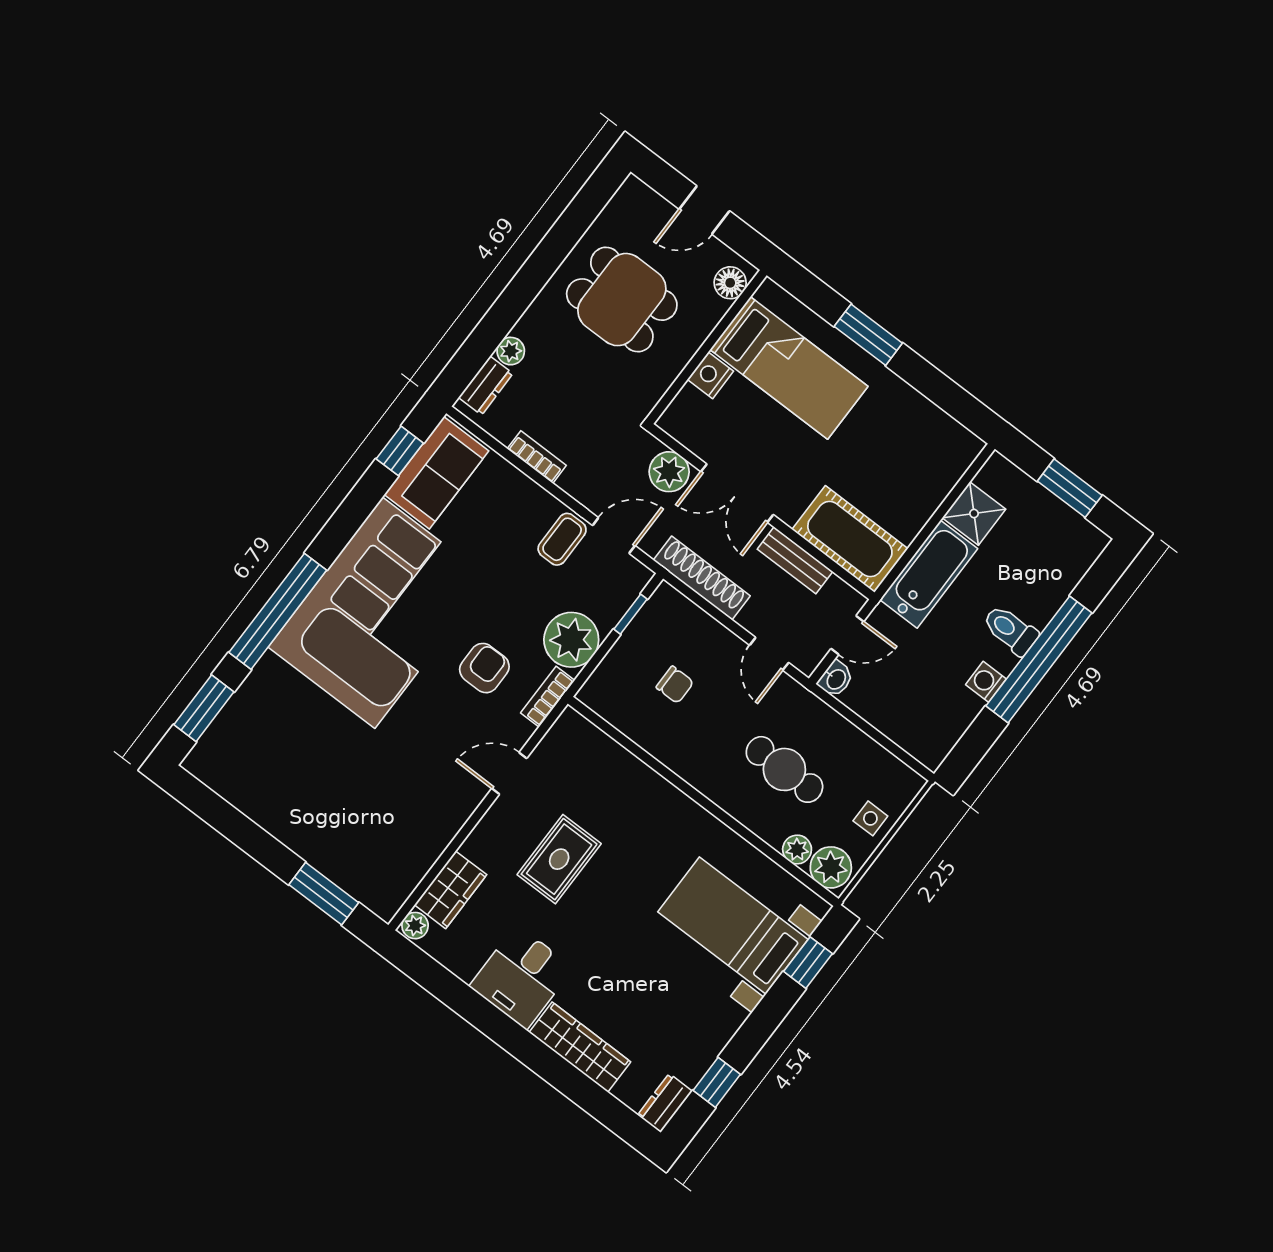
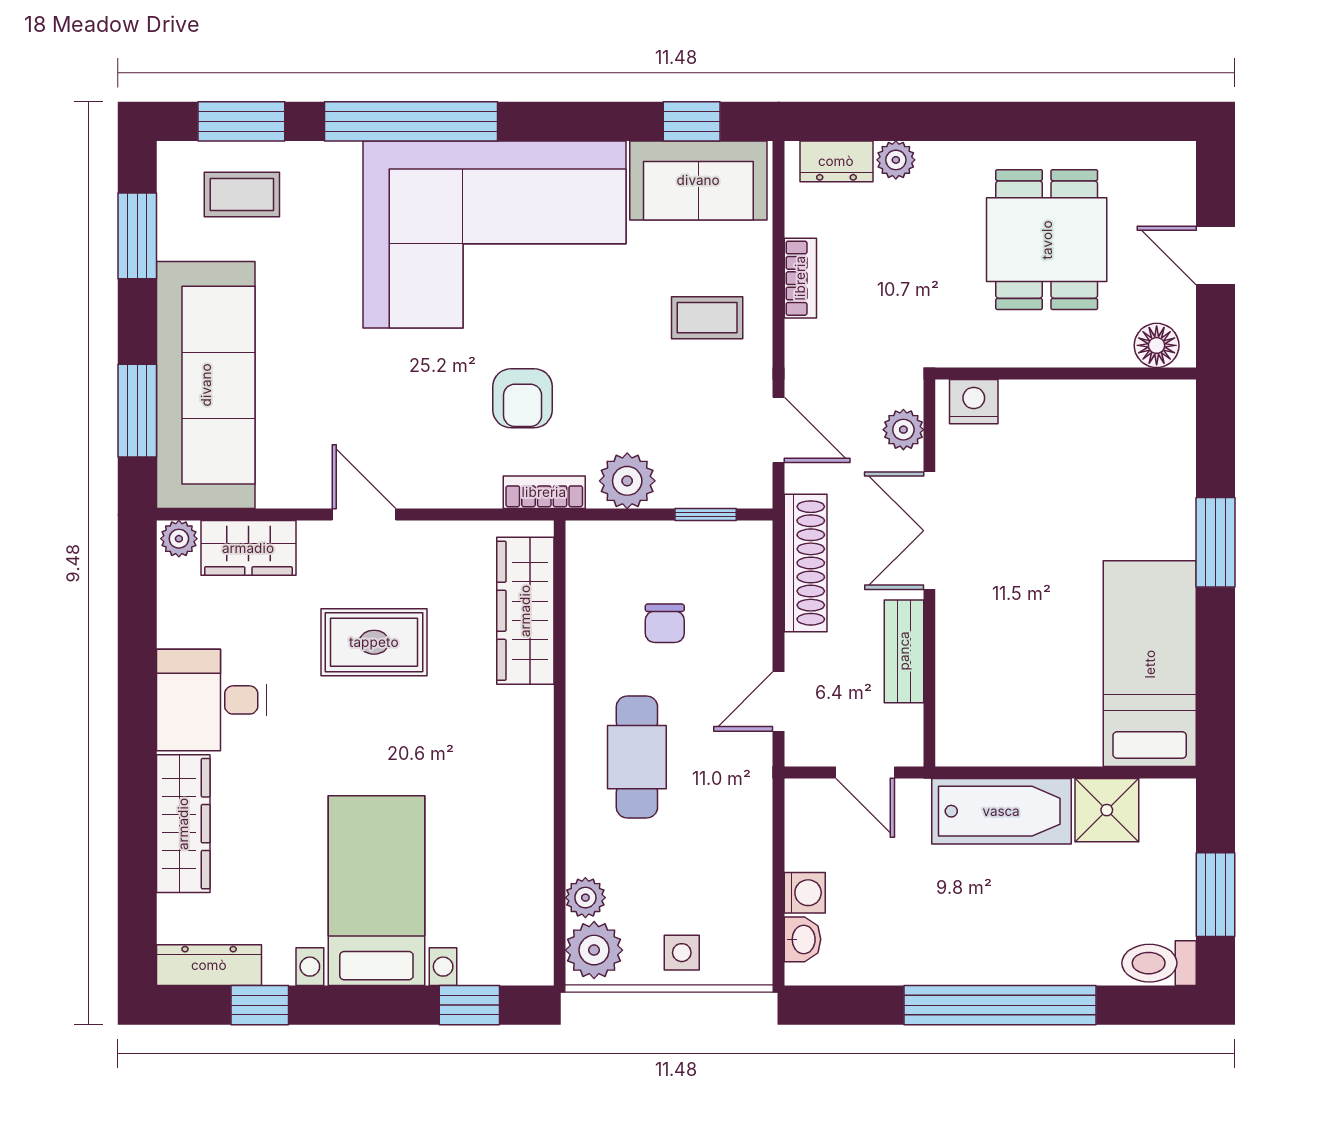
bed: (789, 368) -> (1150, 664), moved, turned 180
nightstand: (710, 375) -> (974, 402), moved
plant: (669, 472) -> (903, 430), width x0.73, depth x0.73
coffee table: (562, 539) -> (707, 318), moved
cot: (850, 539) -> (974, 694), removed
toilet: (1010, 630) -> (1159, 963), moved, turned -90
plant: (571, 640) -> (627, 481), width x0.73, depth x0.73
armchair: (484, 668) -> (523, 398), turned 90
washbasin: (836, 679) -> (803, 939), moved, turned -90
washing machine: (986, 682) -> (805, 893), moved, turned 90
coffee table: (246, 740) -> (242, 194), added
wardrobe: (607, 759) -> (525, 611), added
cafe table: (784, 769) -> (637, 757), moved
door: (509, 773) -> (364, 515), moved
window: (224, 818) -> (137, 236), added
sofa: (339, 843) -> (206, 385), added
bed with nightstands: (733, 926) -> (376, 891), moved
dresser: (665, 1103) -> (209, 965), width x1.44

